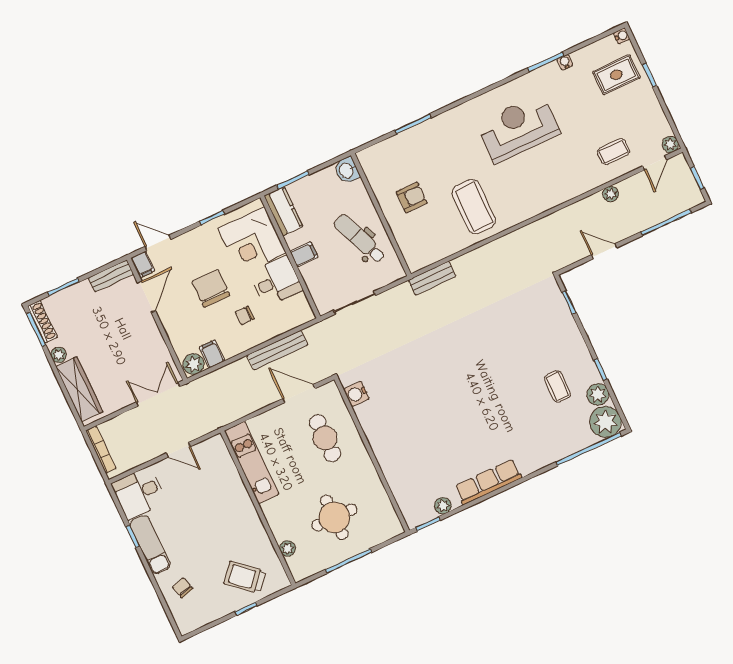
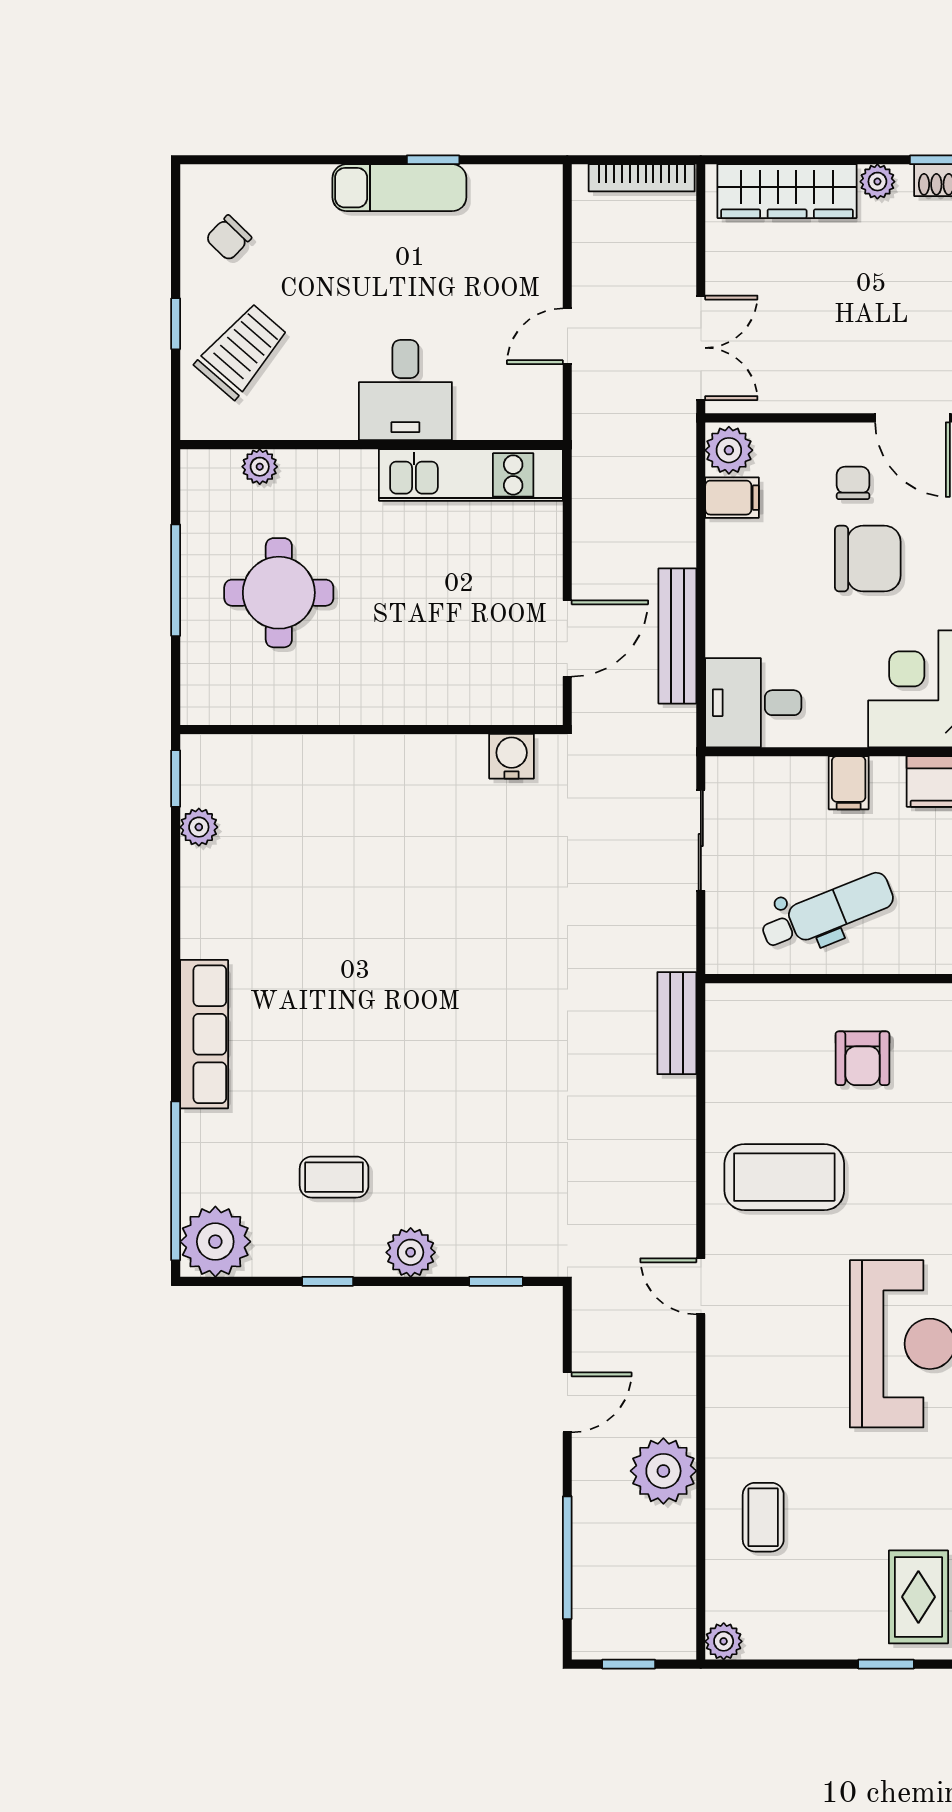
door: (655, 163) -> (701, 1286), moved
plant: (611, 194) -> (663, 1471), width x1.87, depth x1.87
desk: (276, 281) -> (753, 703), moved, turned 90
chair: (245, 315) -> (853, 483), moved
plant: (598, 394) -> (411, 1252), moved
cafe table: (325, 438) -> (451, 650), removed
row of seats: (488, 482) -> (204, 1034), moved
desk: (139, 493) -> (405, 390), moved, turned 180
chair: (183, 588) -> (228, 238), moved, turned 150

